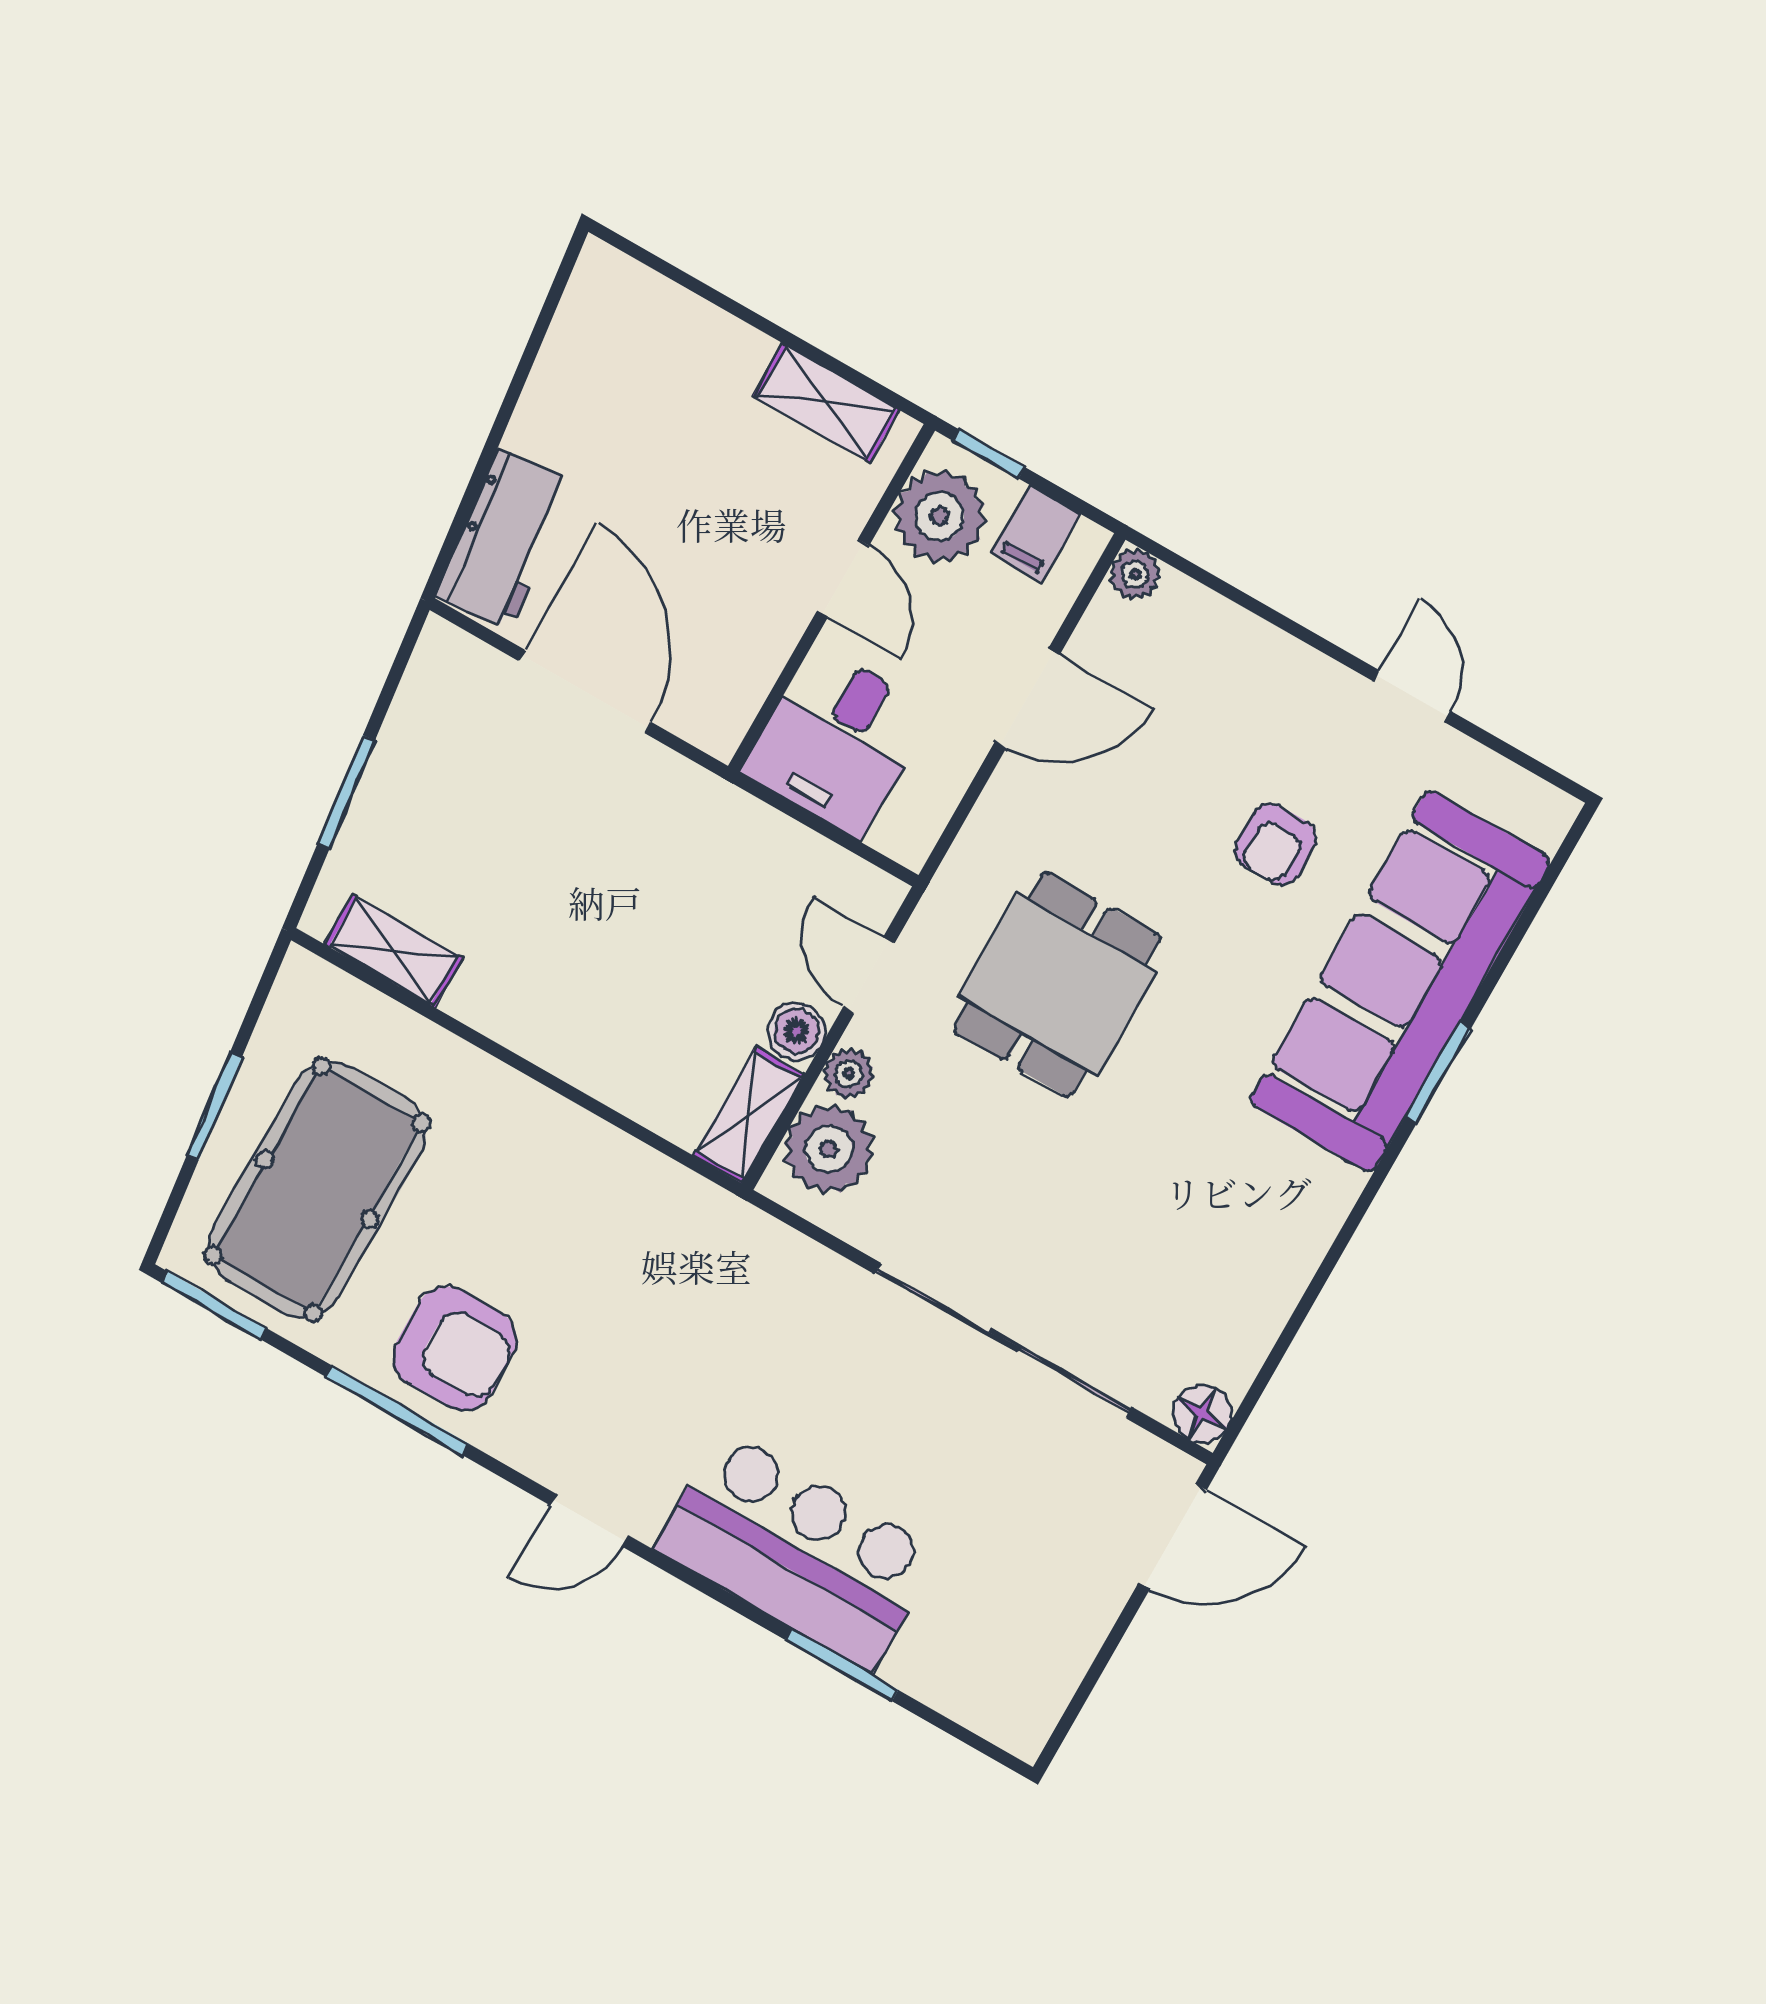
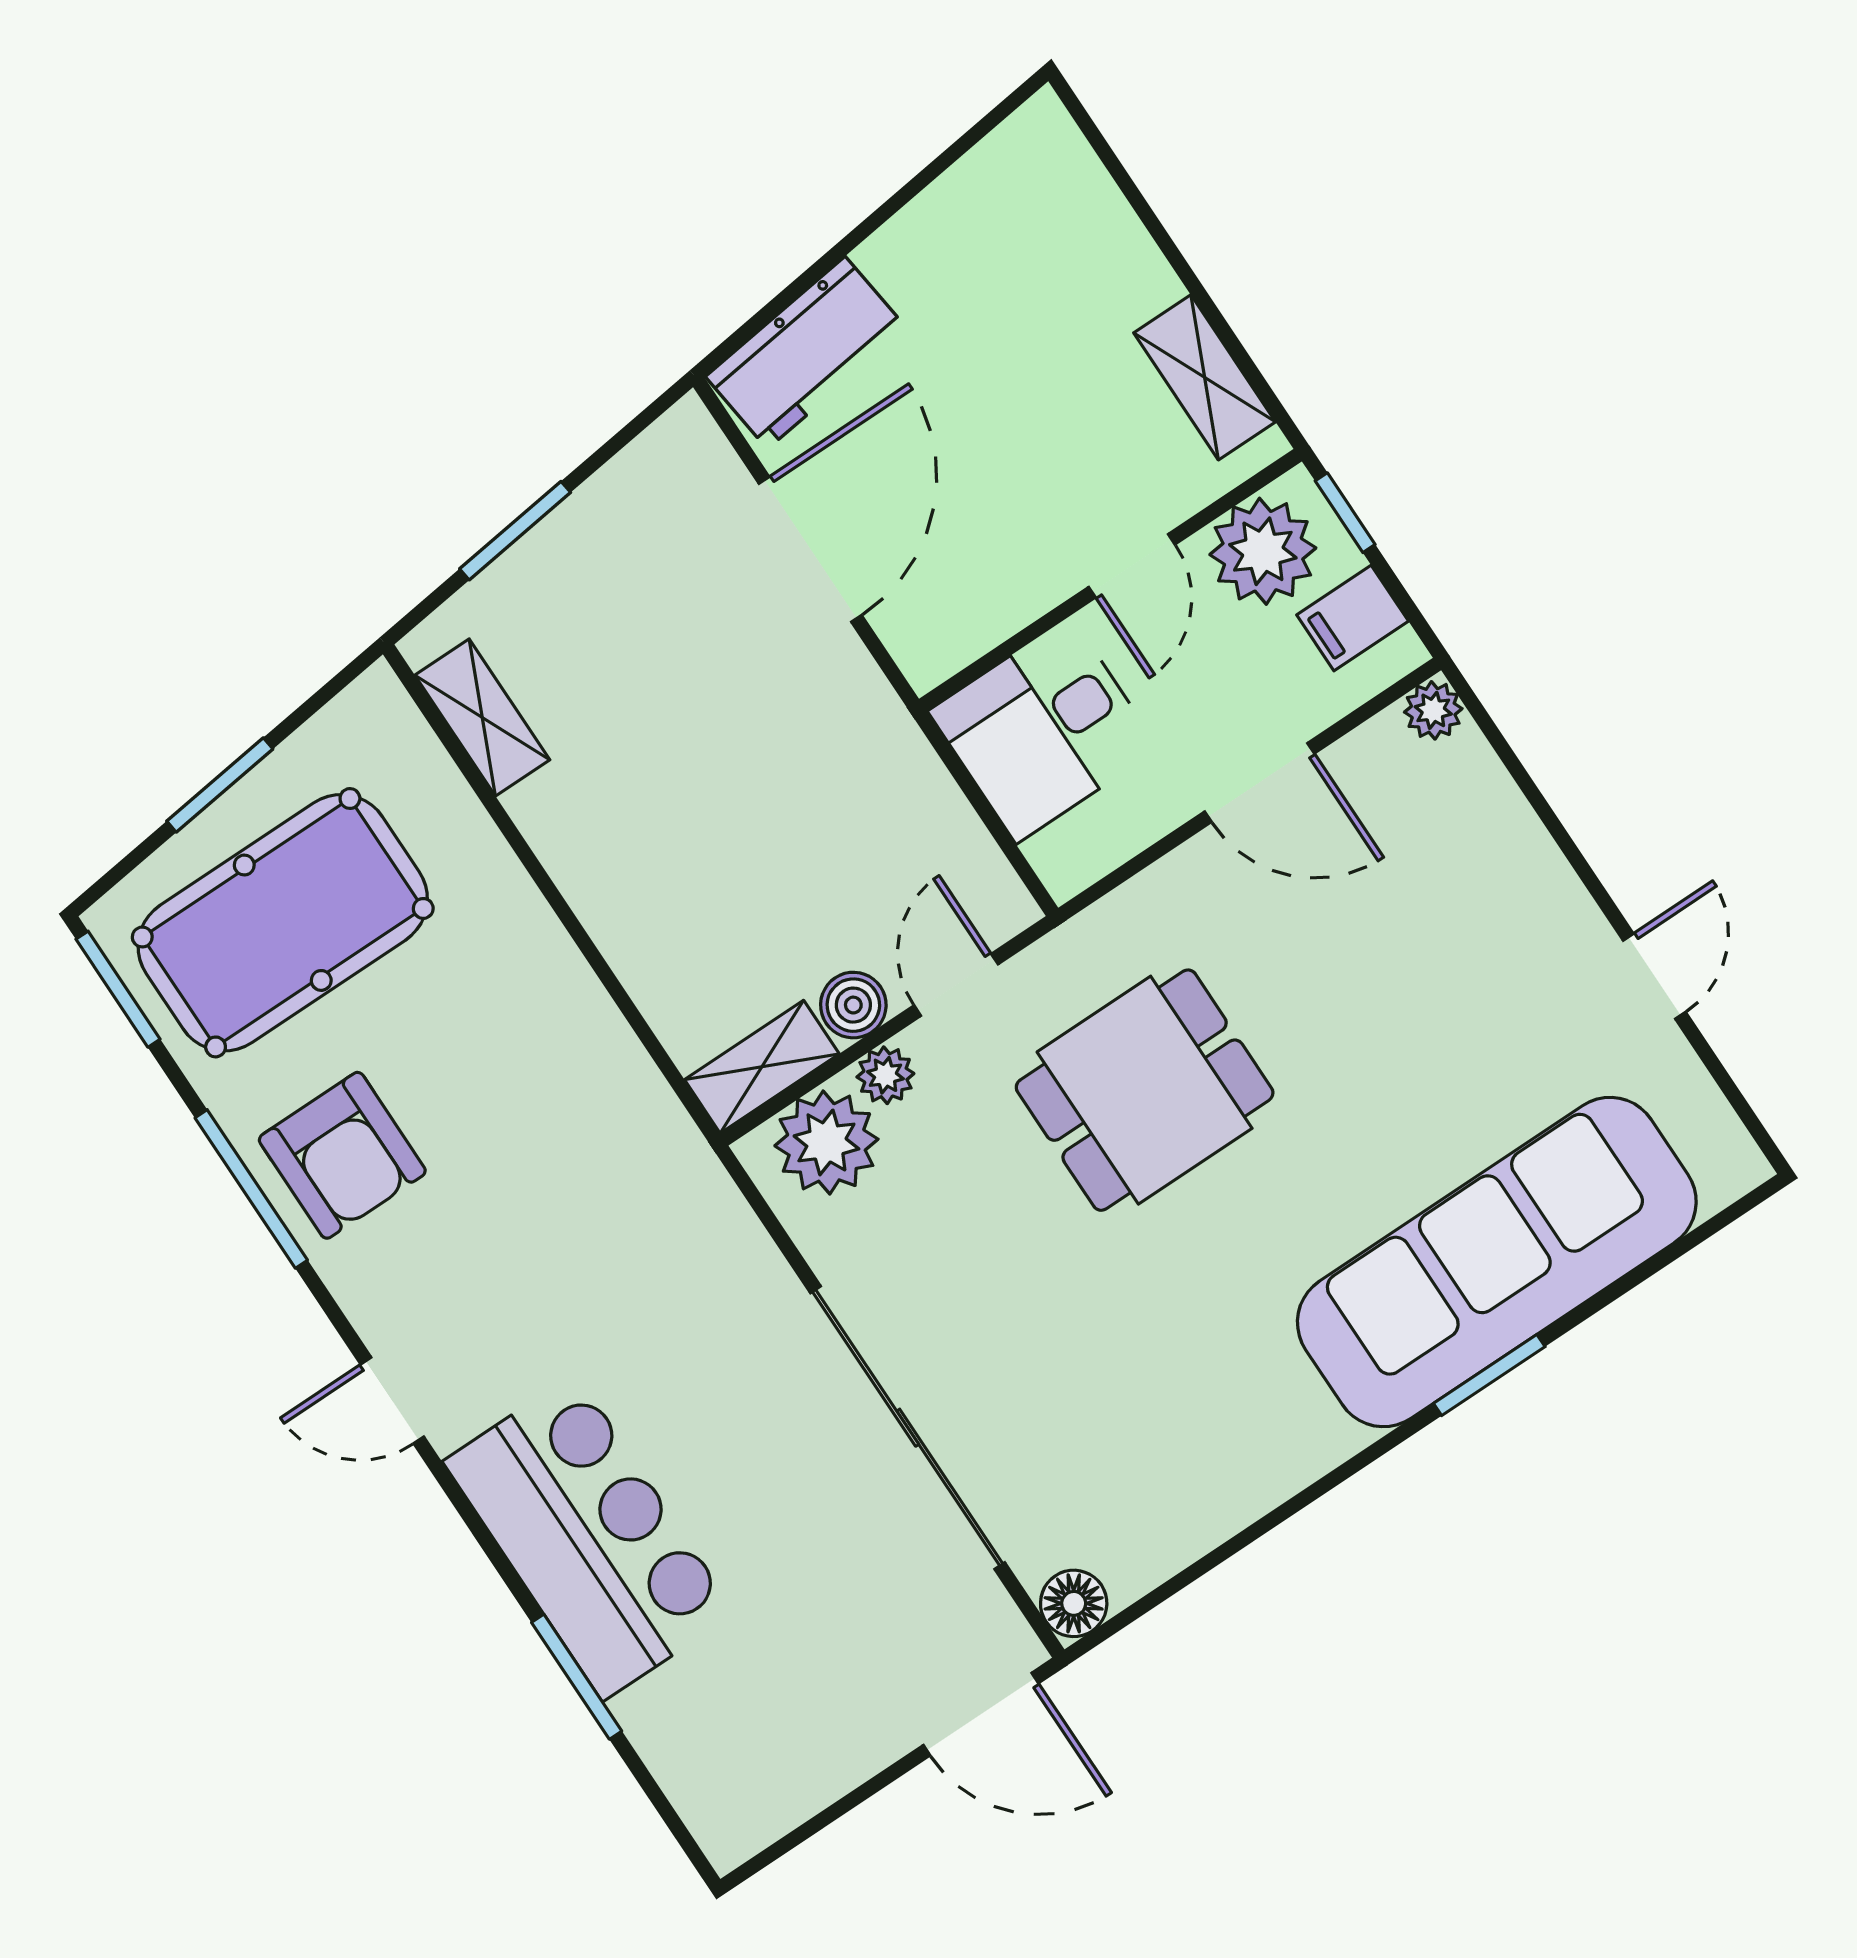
armchair: (1276, 844) -> (1439, 1058), removed

